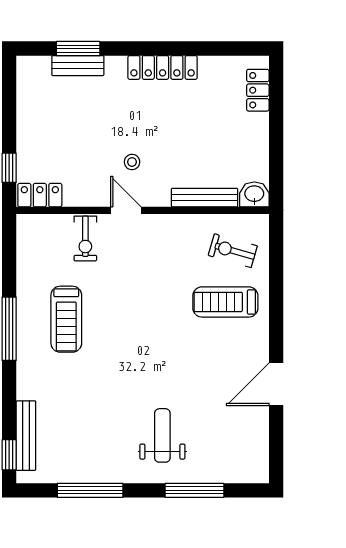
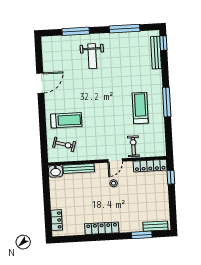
bench: (78, 66) -> (155, 226), moved
locker: (40, 195) -> (150, 166), width x1.53
door: (126, 210) -> (115, 160), hinge flipped

